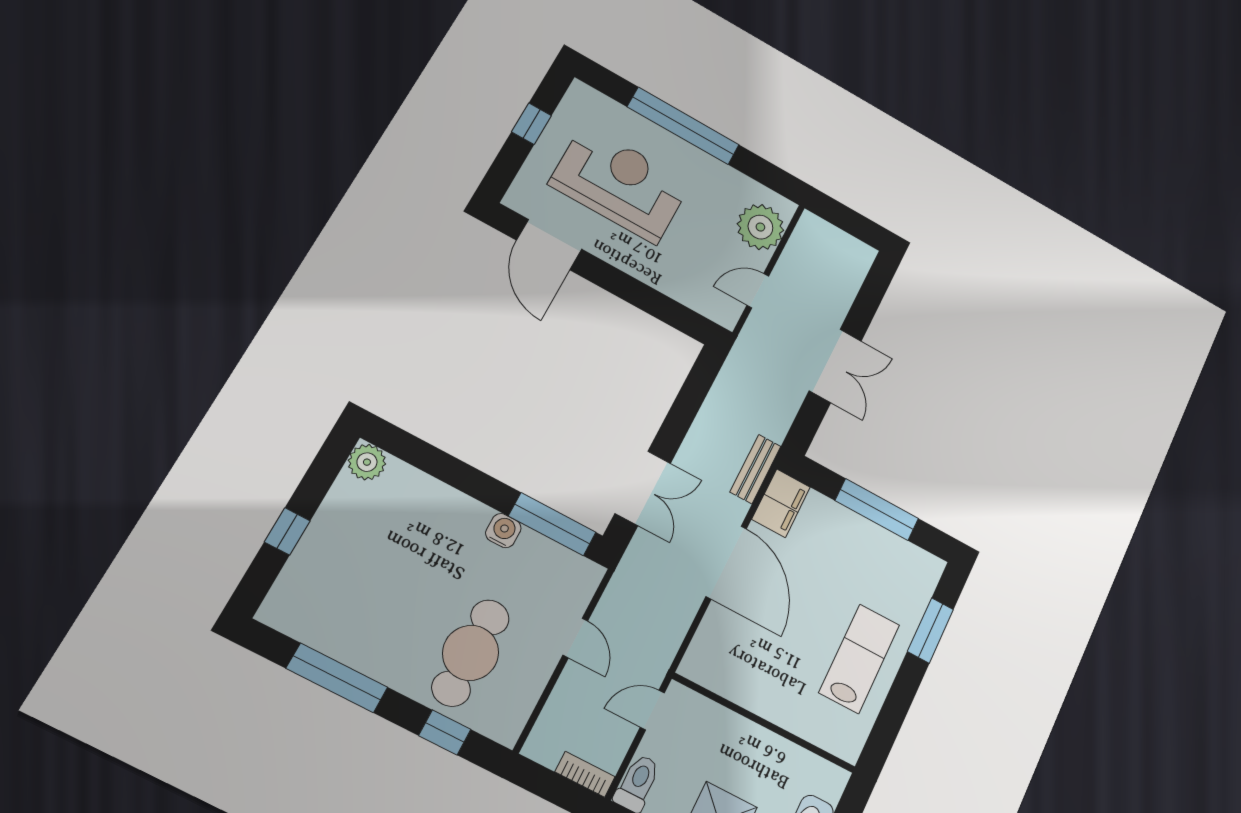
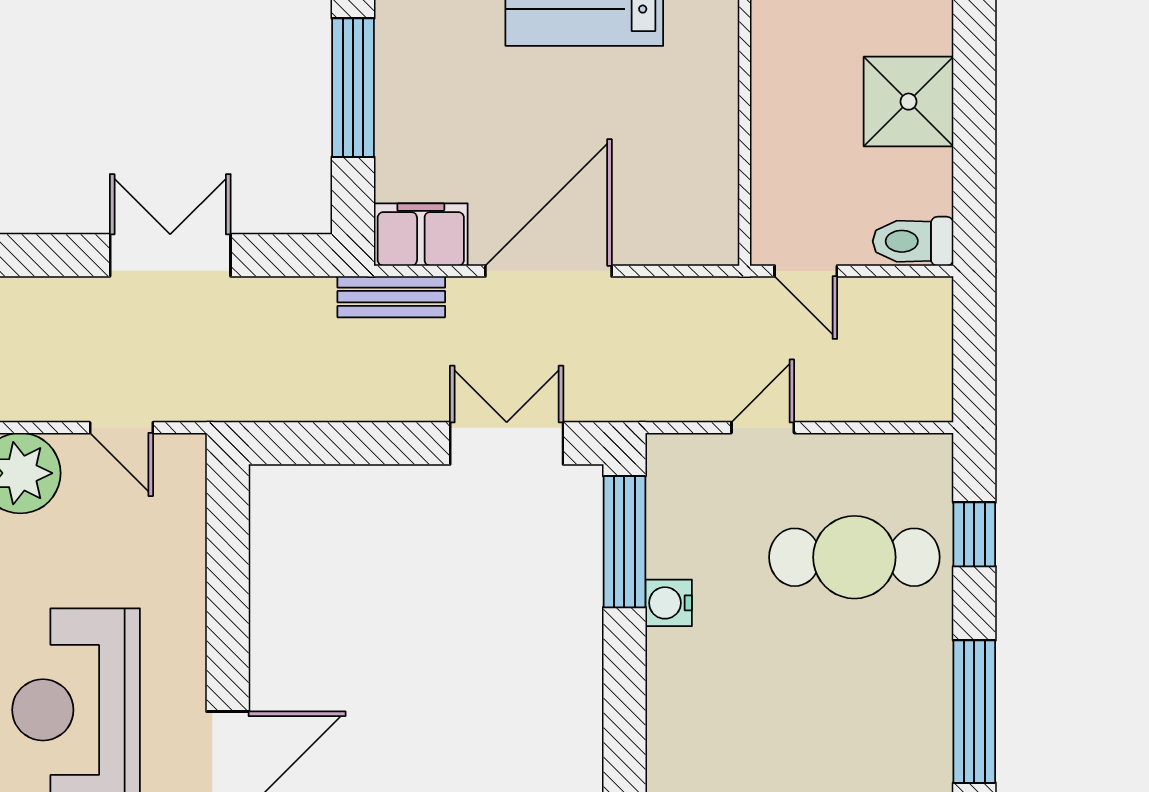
bookcase: (585, 774) -> (936, 319), removed

